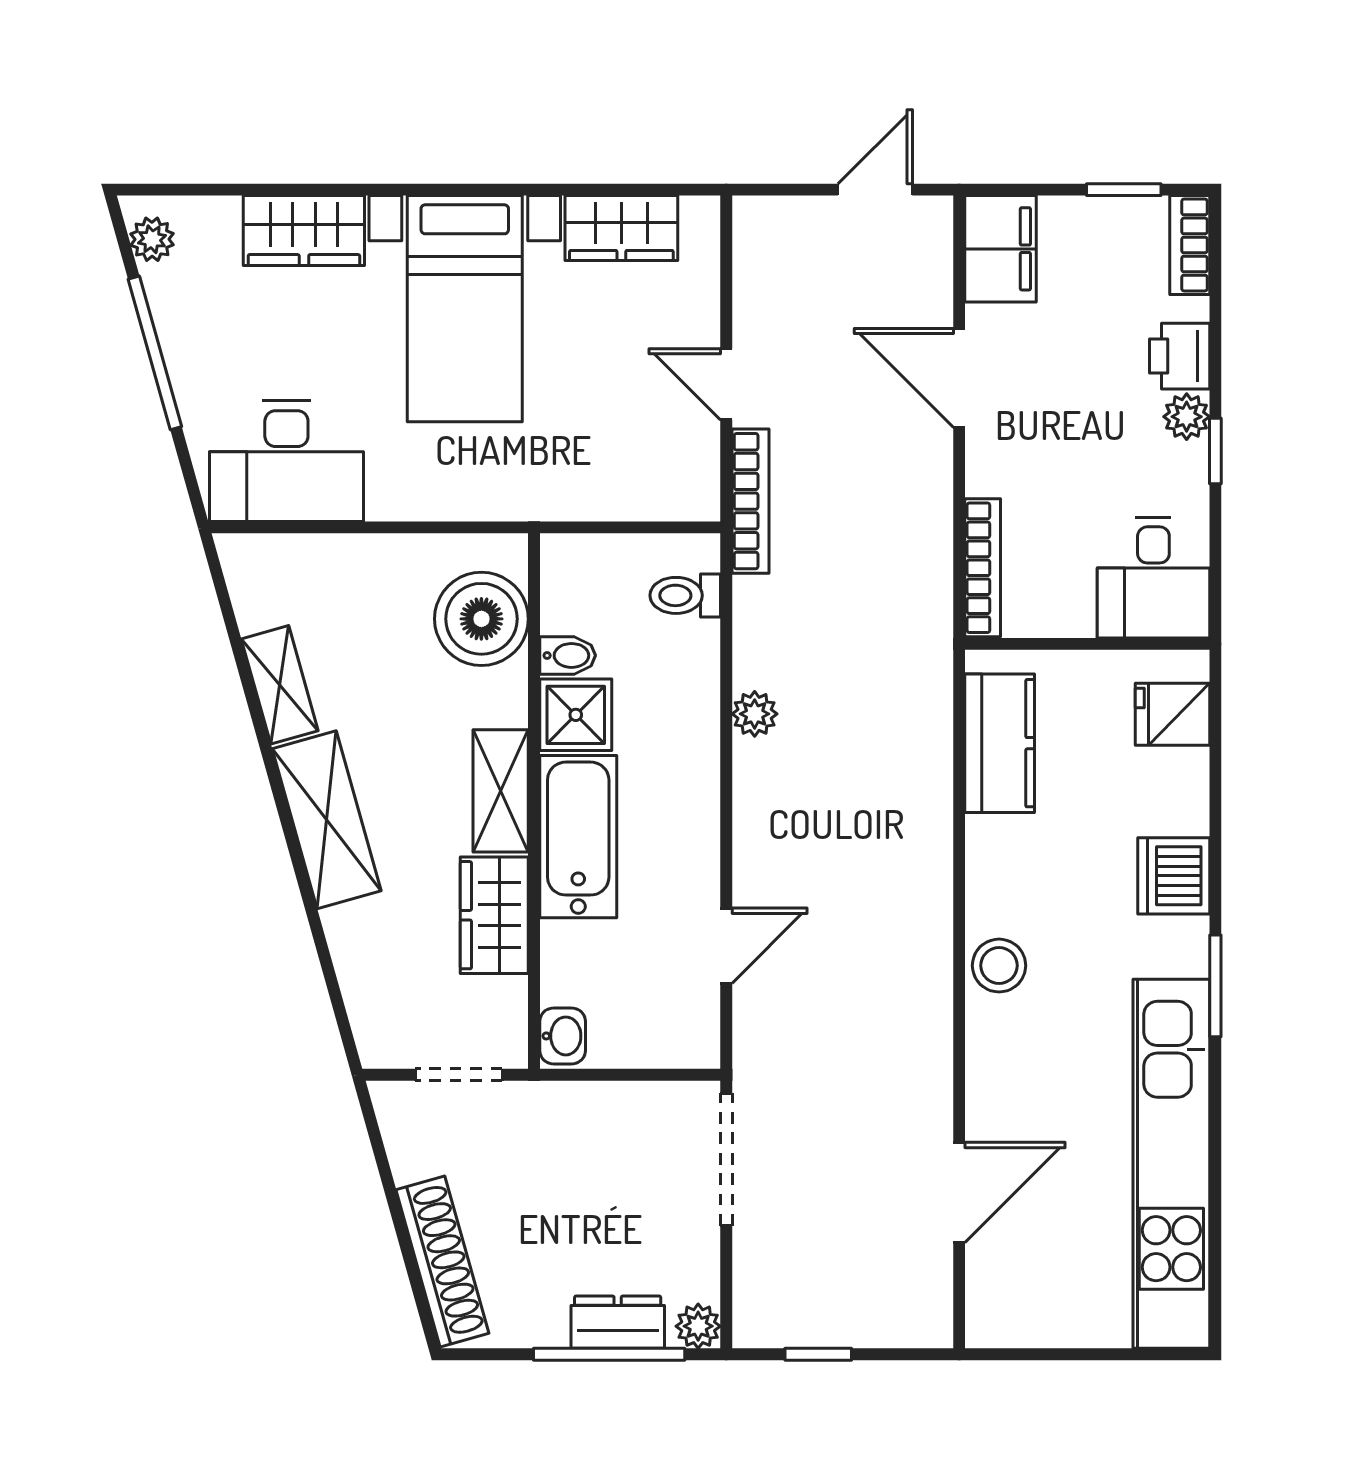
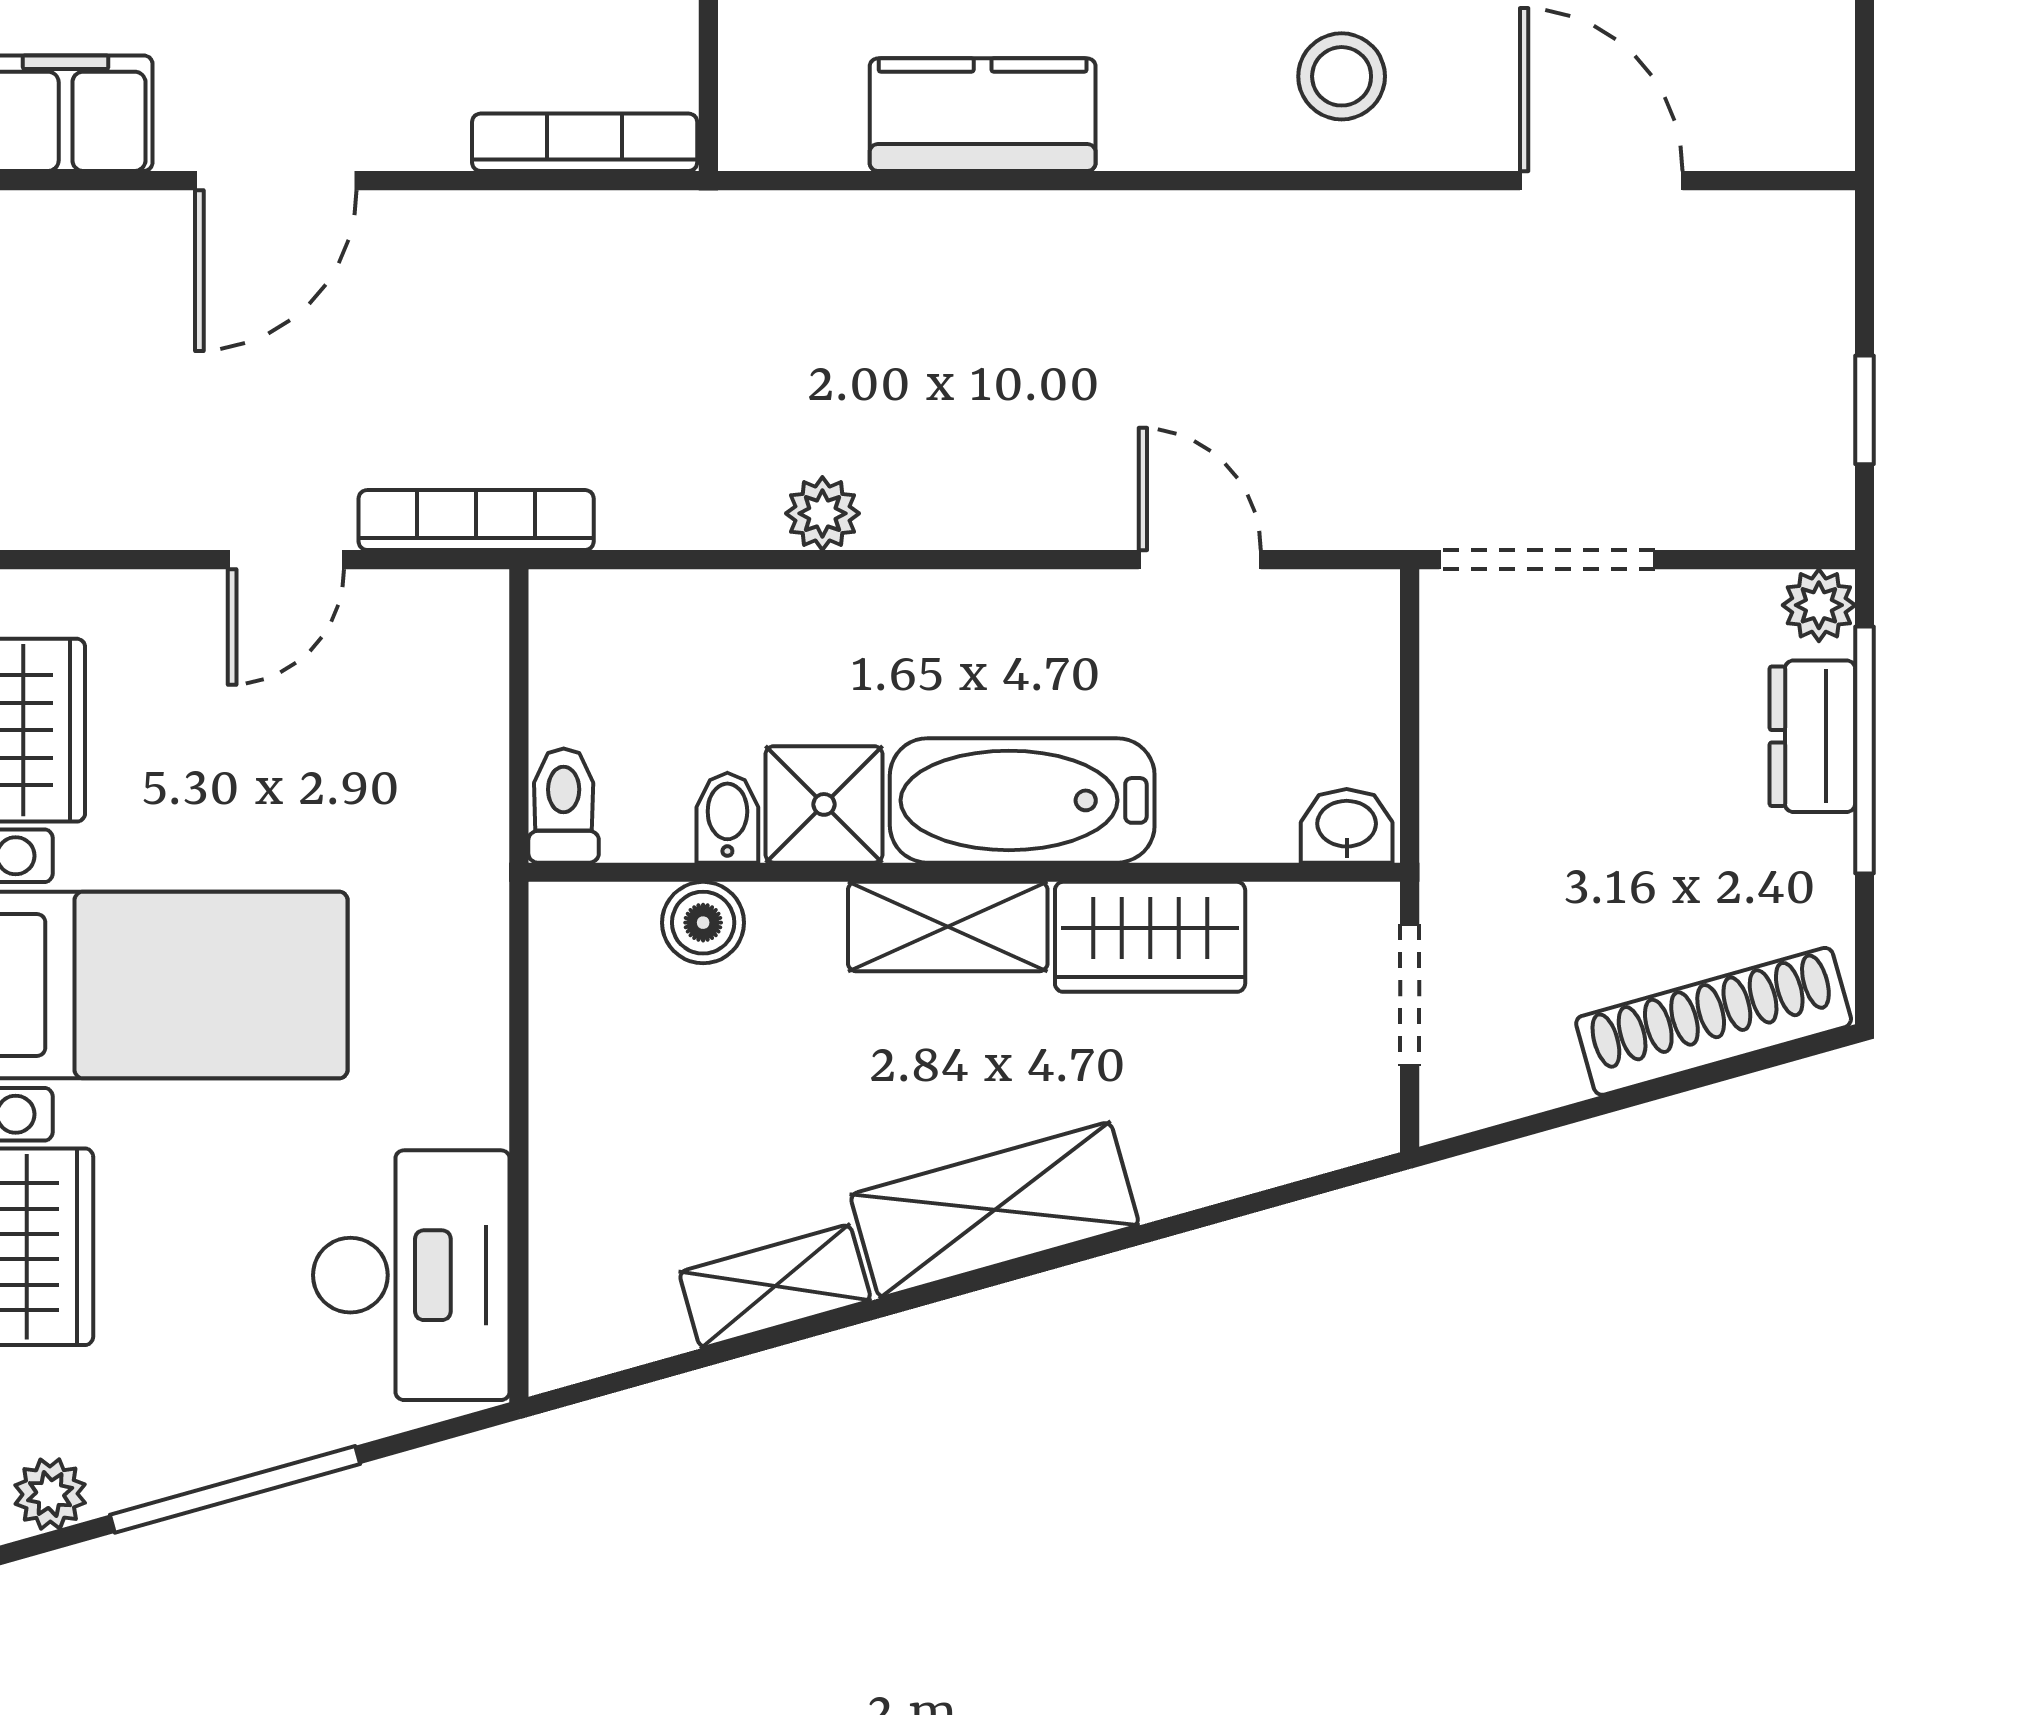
toilet: (685, 595) -> (564, 806), moved, turned 180
boiler: (481, 619) -> (703, 923), width x0.54, depth x0.54
kitchen counter: (1000, 743) -> (983, 115), moved
stool: (999, 966) -> (1342, 76), moved

